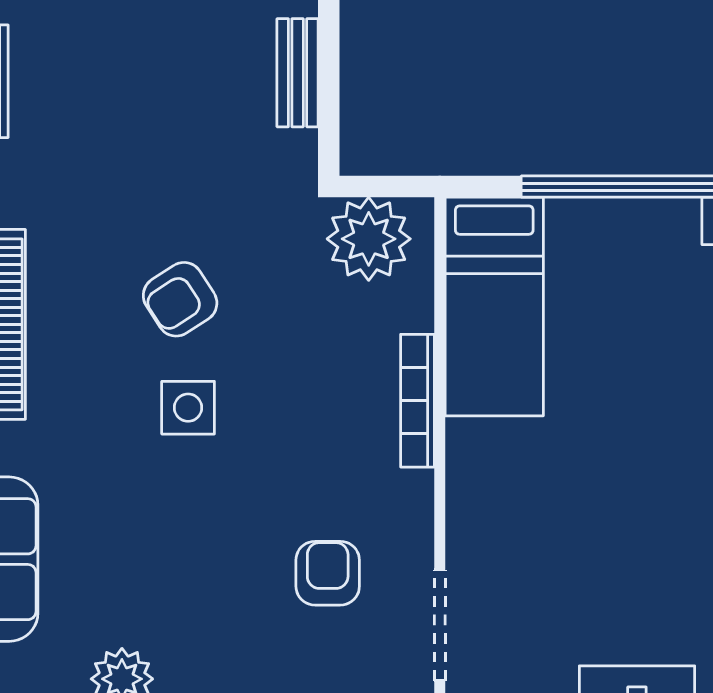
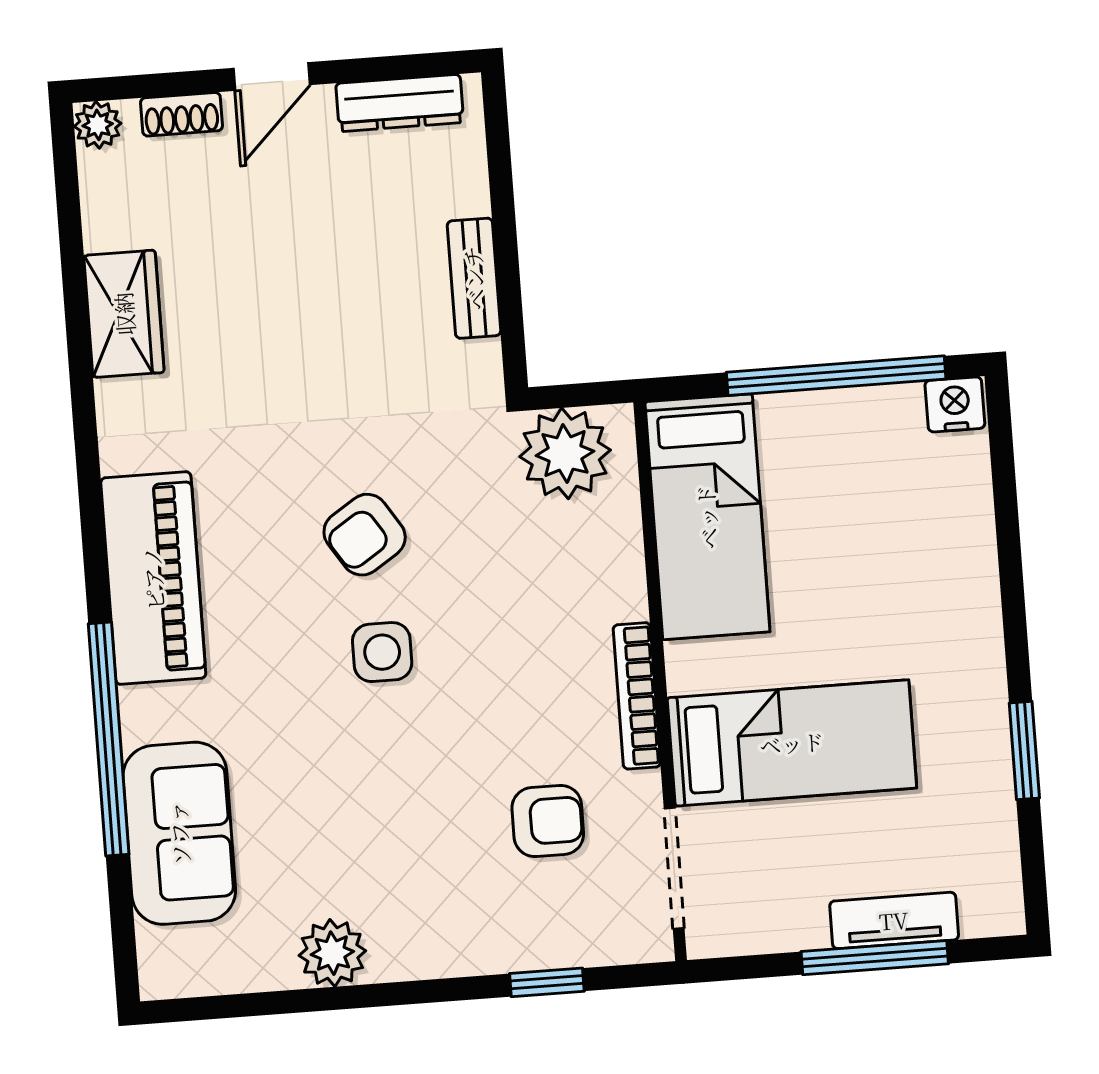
bookcase: (418, 401) -> (637, 696), moved
bed: (556, 519) -> (792, 743), added
armchair: (328, 573) -> (548, 821), turned 90

